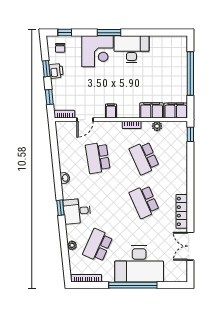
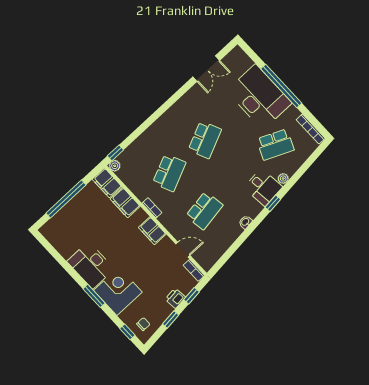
printer: (56, 71) -> (175, 298), moved
filing cabinet: (111, 111) -> (152, 231), width x2.00
plant: (157, 126) -> (115, 166), moved
locker: (182, 211) -> (184, 102), removed
plant: (72, 245) -> (283, 179), moved

